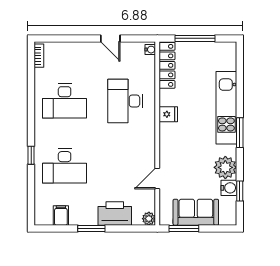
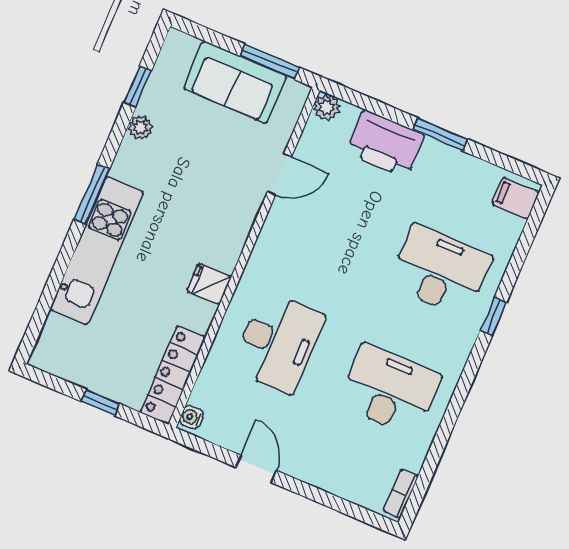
window: (195, 38) -> (100, 402), width x0.46
plant: (225, 167) -> (140, 128), width x0.53, depth x0.53
water cooler: (229, 188) -> (155, 101), removed
filing cabinet: (61, 215) -> (516, 198), moved, turned 90

